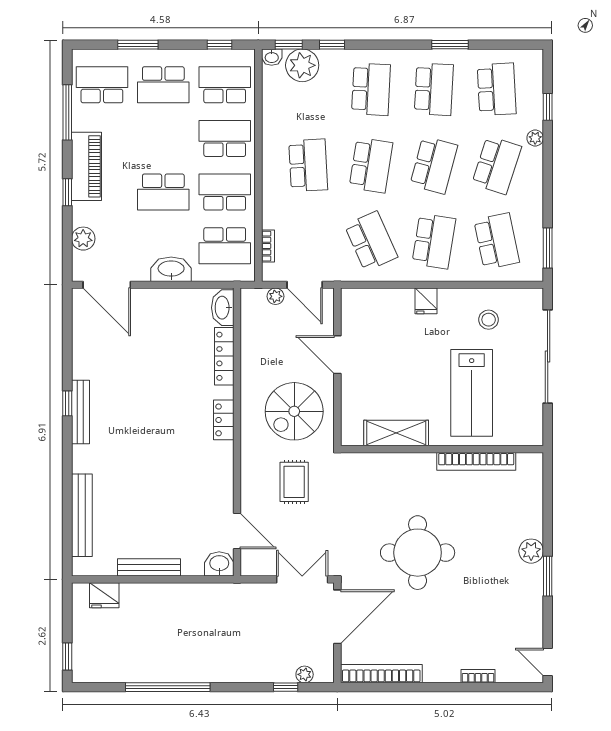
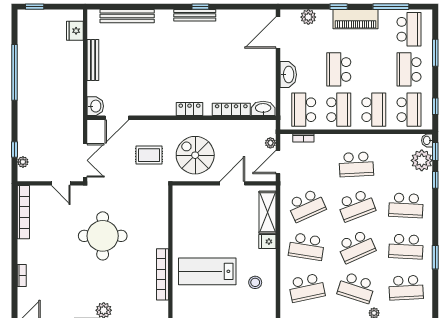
school desk: (371, 165) -> (356, 205), turned -30
school desk: (434, 165) -> (356, 247), turned -39
shelving: (396, 433) -> (267, 212), moved
door: (337, 617) -> (61, 183), width x0.53

